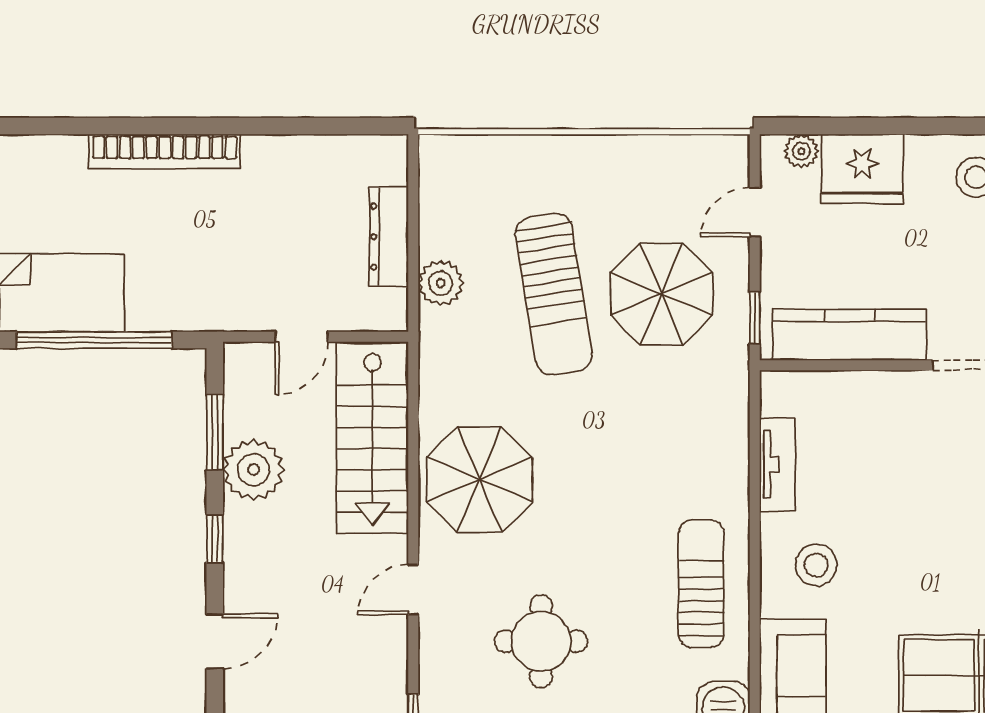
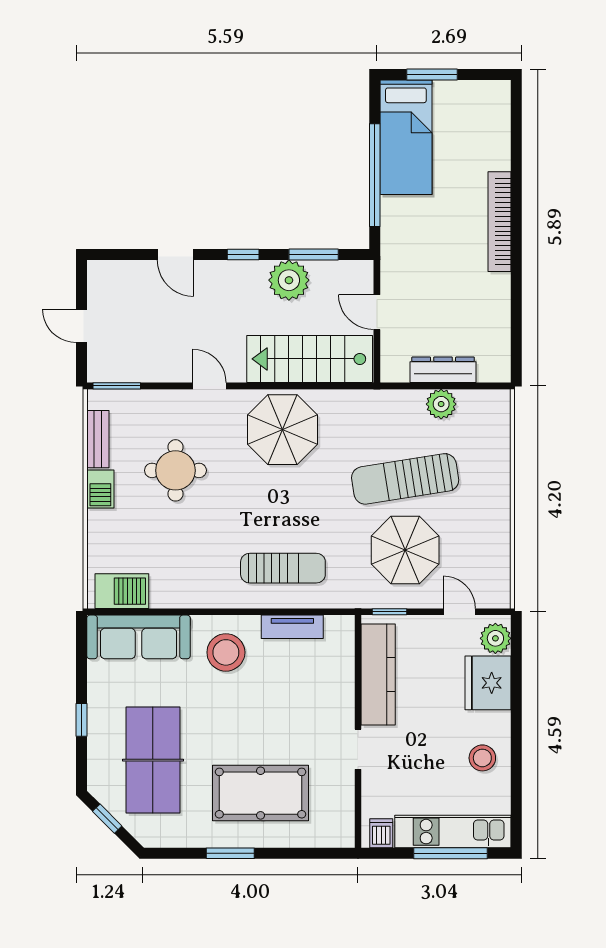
plant: (801, 151) -> (495, 638), width x1.38, depth x1.38
plant: (441, 283) -> (441, 404), moved
stool: (816, 565) -> (226, 652), width x1.38, depth x1.38
sun lounger: (701, 584) -> (283, 568), moved

